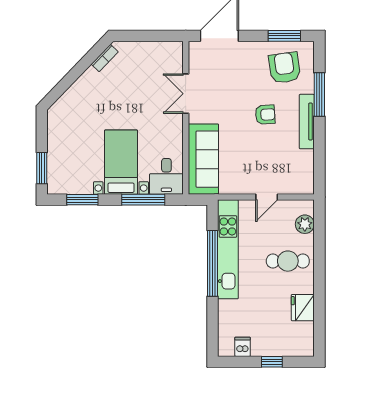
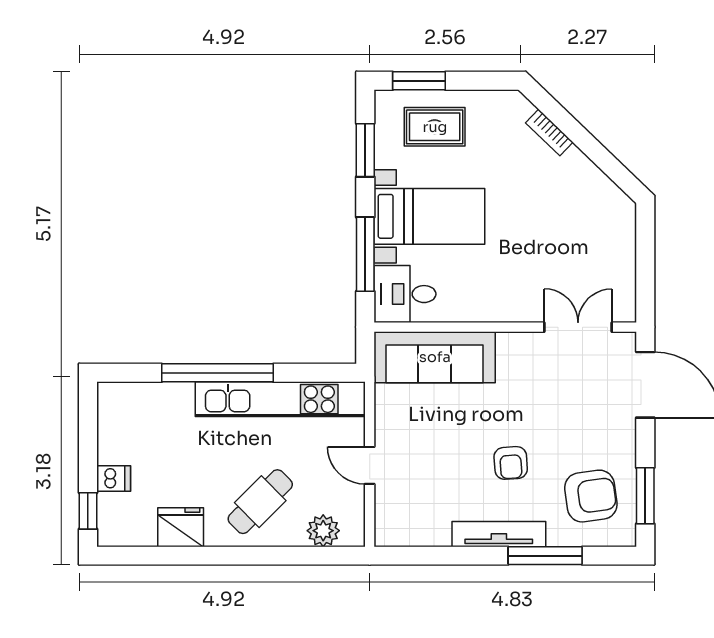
bookcase: (105, 58) -> (549, 132), moved
double door: (186, 94) -> (578, 327), moved
rug: (69, 159) -> (435, 127), added
cafe table: (288, 261) -> (260, 502), turned 45
window: (212, 263) -> (217, 373), moved
dishwasher: (243, 347) -> (114, 479), moved
window: (272, 362) -> (88, 511), moved

